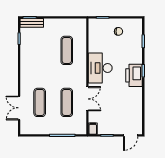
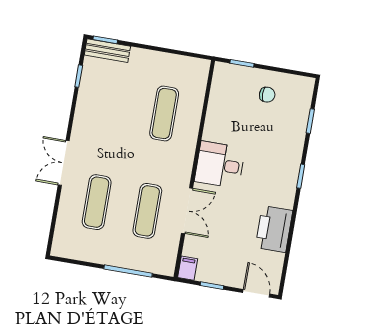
desk: (100, 68) -> (220, 165), width x0.73
printer: (134, 75) -> (274, 229), moved
double door: (19, 108) -> (64, 163), moved
door: (131, 135) -> (256, 293), swing flipped

